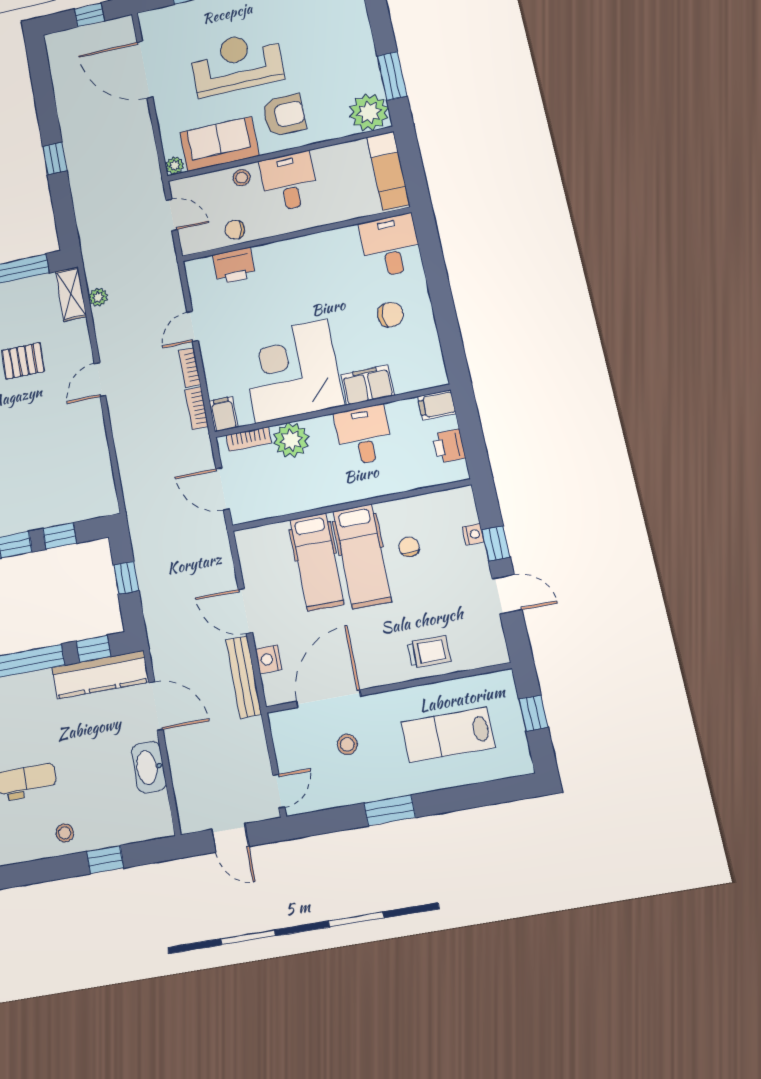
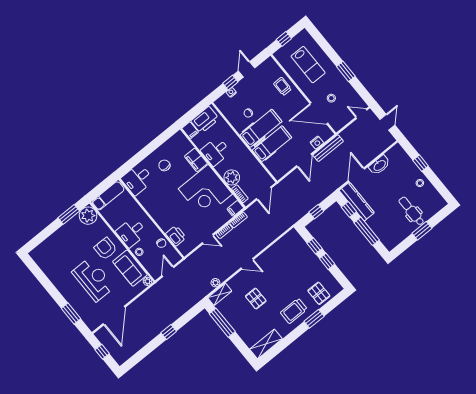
reception desk: (237, 63) -> (93, 279), turned 180
printer: (449, 446) -> (205, 120), width x1.87, depth x1.48

